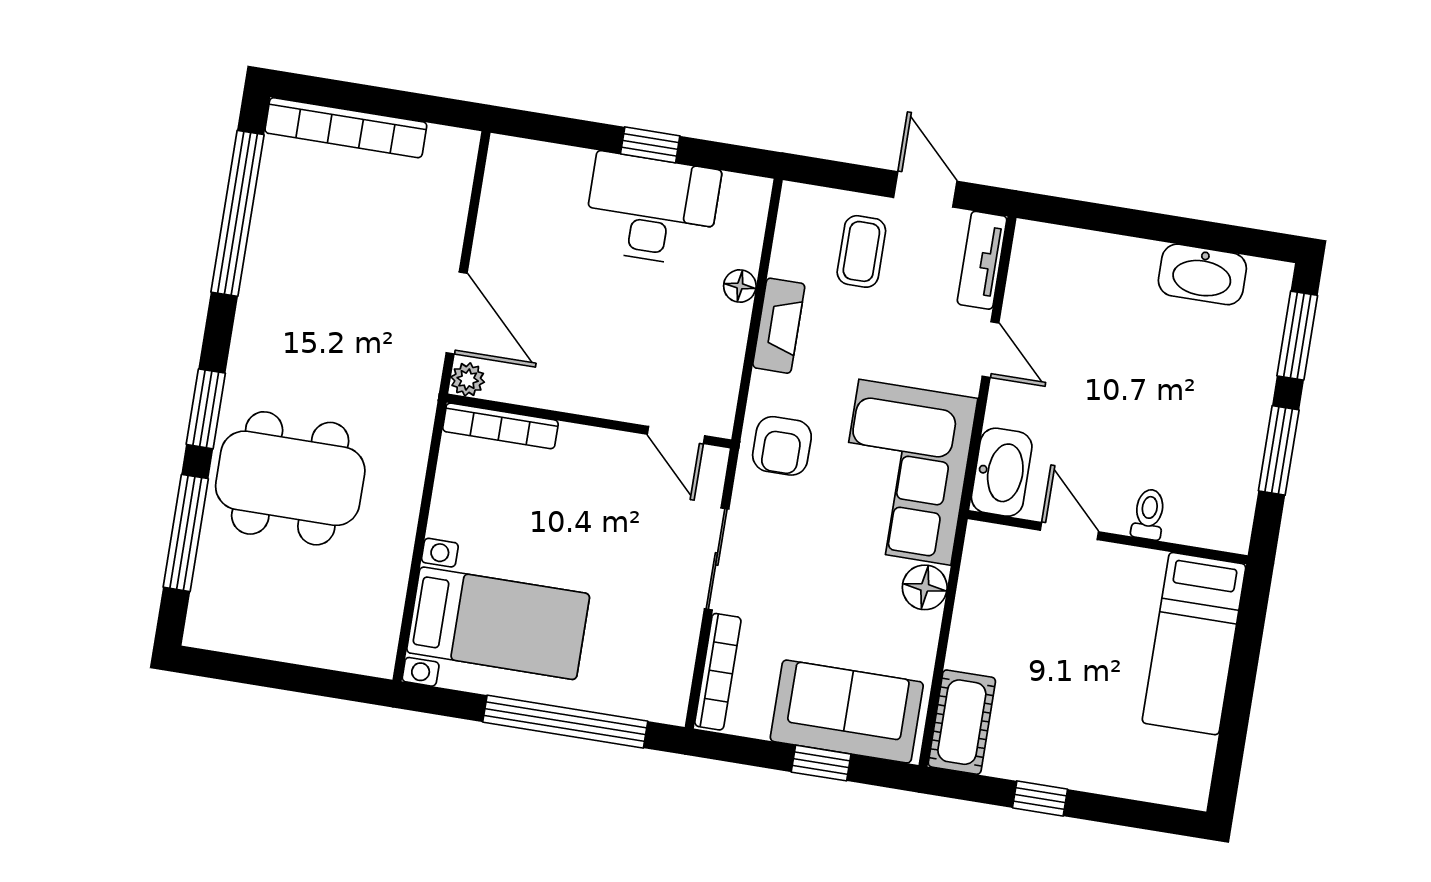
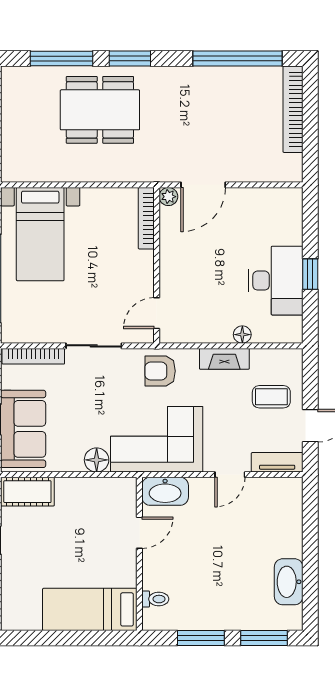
dining table: (290, 478) -> (100, 110), turned 90
toilet: (1149, 514) -> (155, 599), moved

